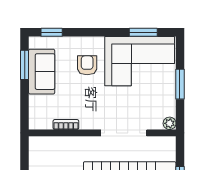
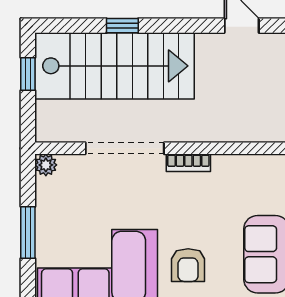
bookcase: (66, 125) -> (188, 163), moved

